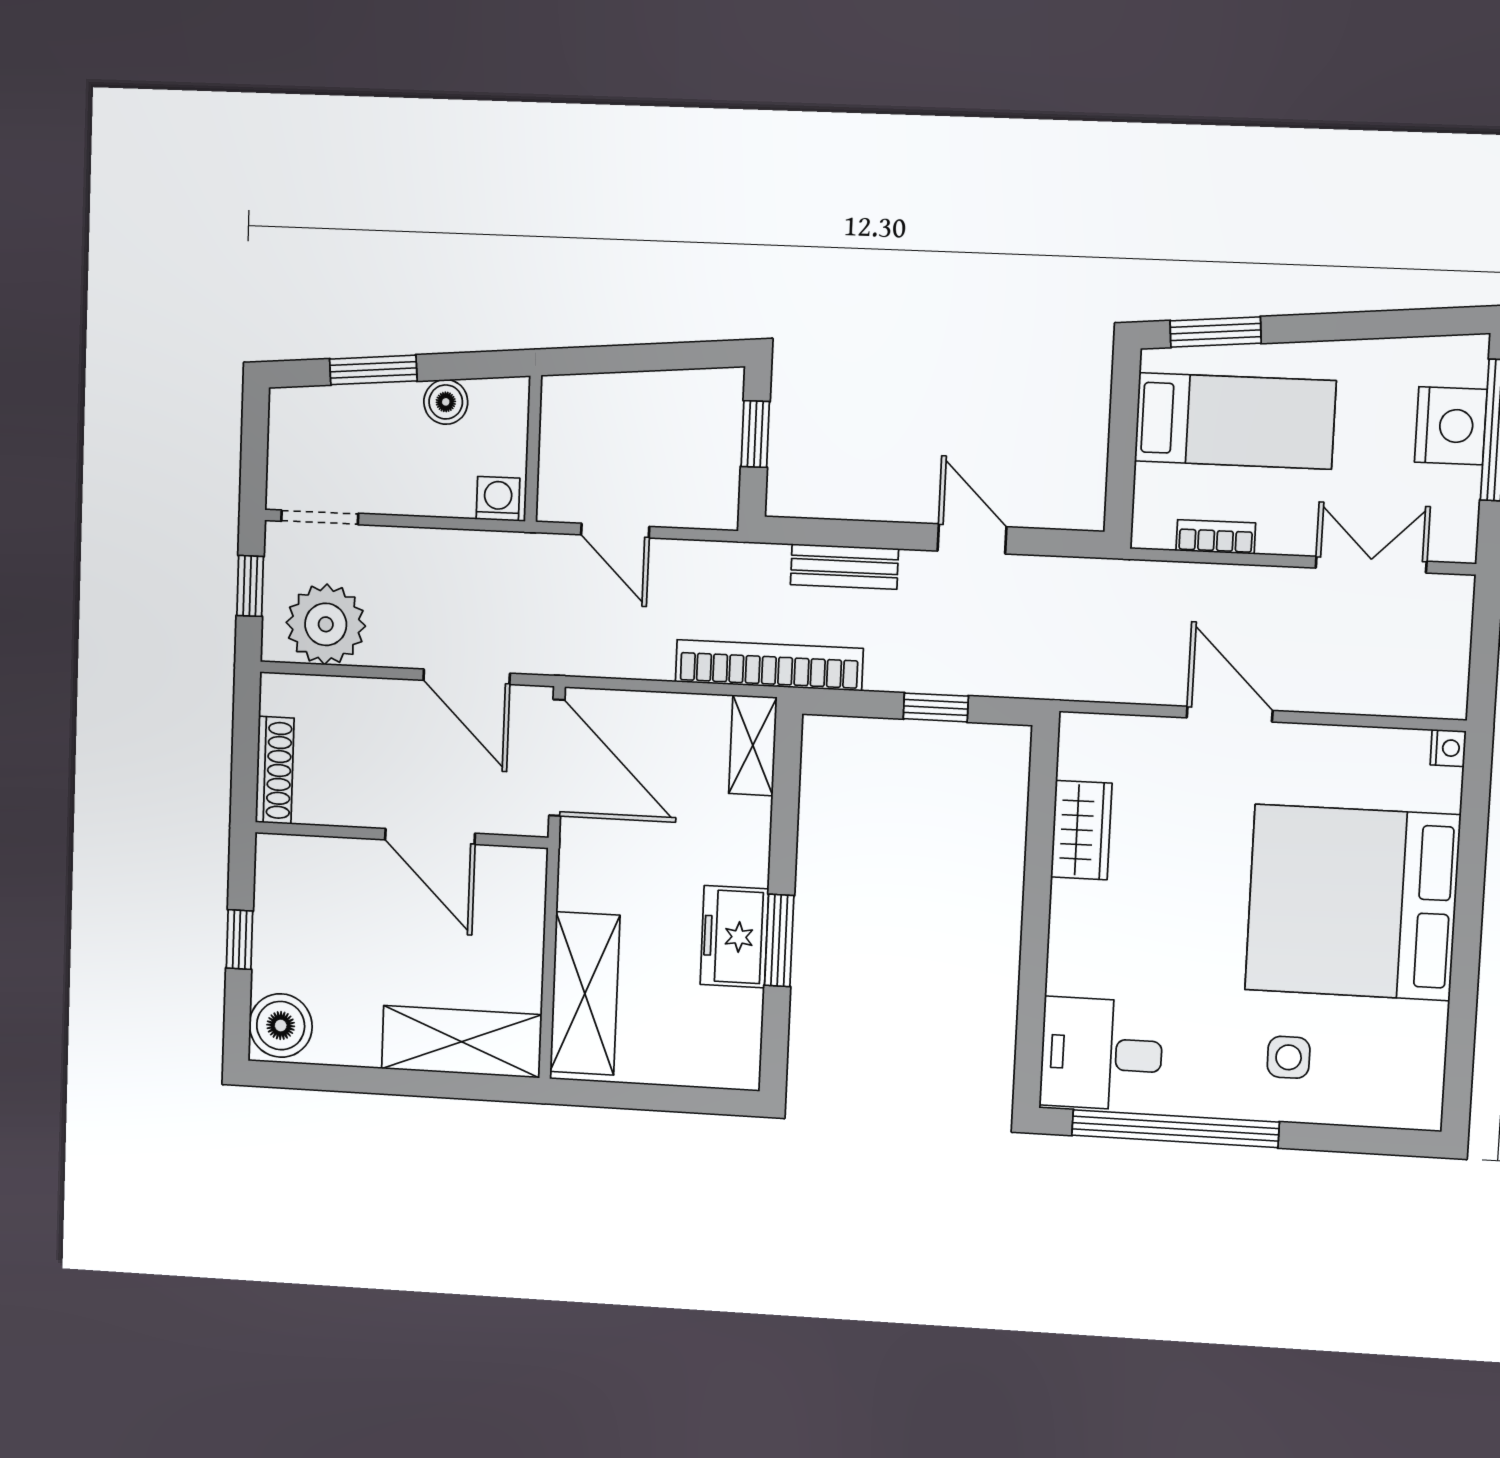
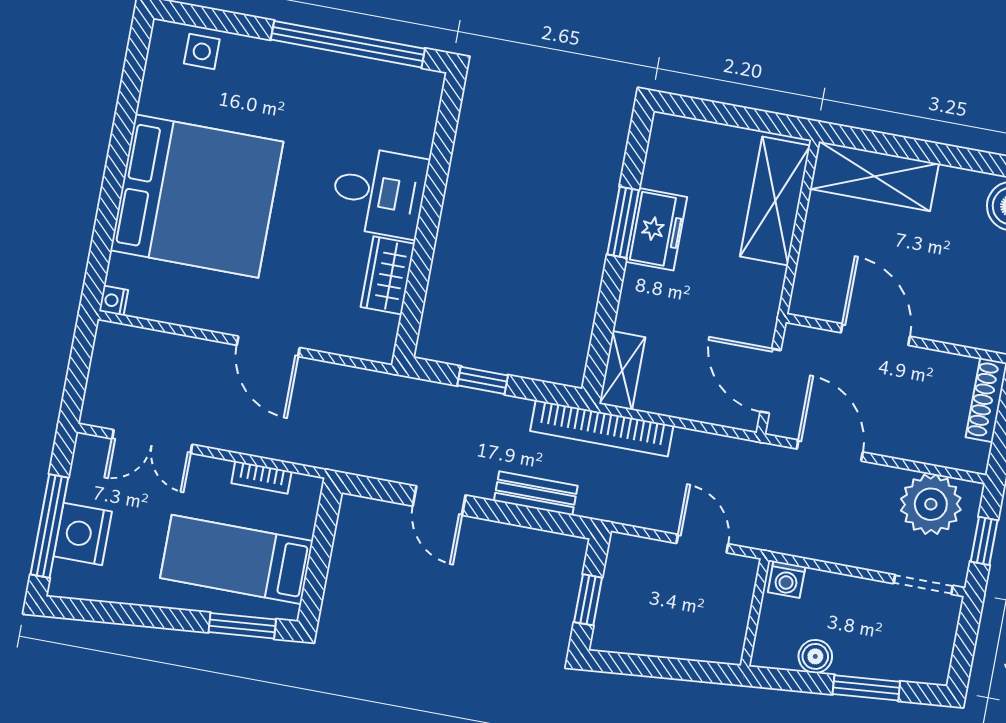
door: (557, 758) -> (771, 381), width x0.73
desk: (1102, 1054) -> (379, 192), moved
side table: (1289, 1057) -> (202, 51), moved

